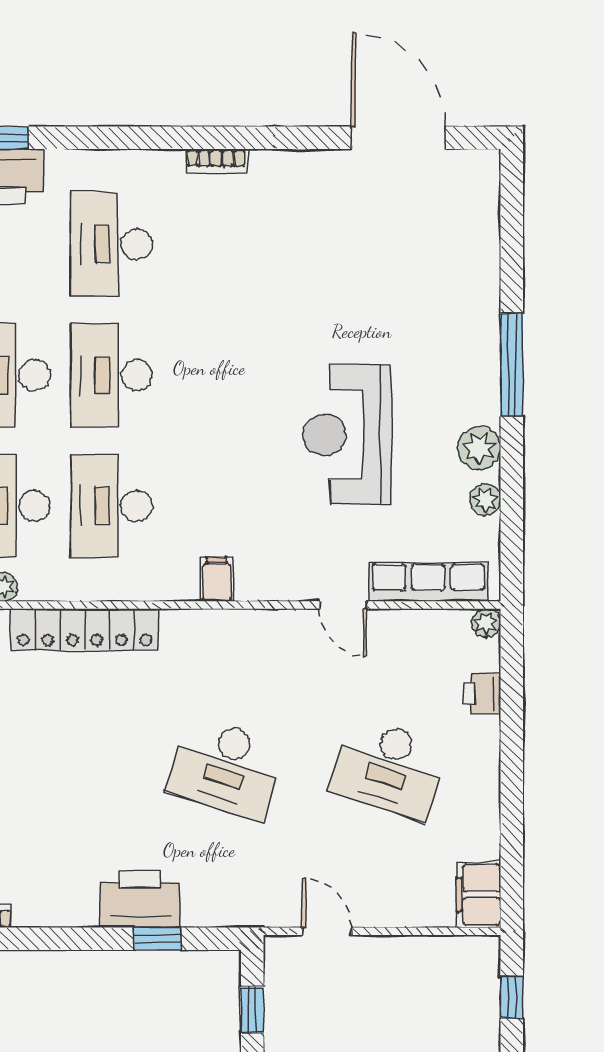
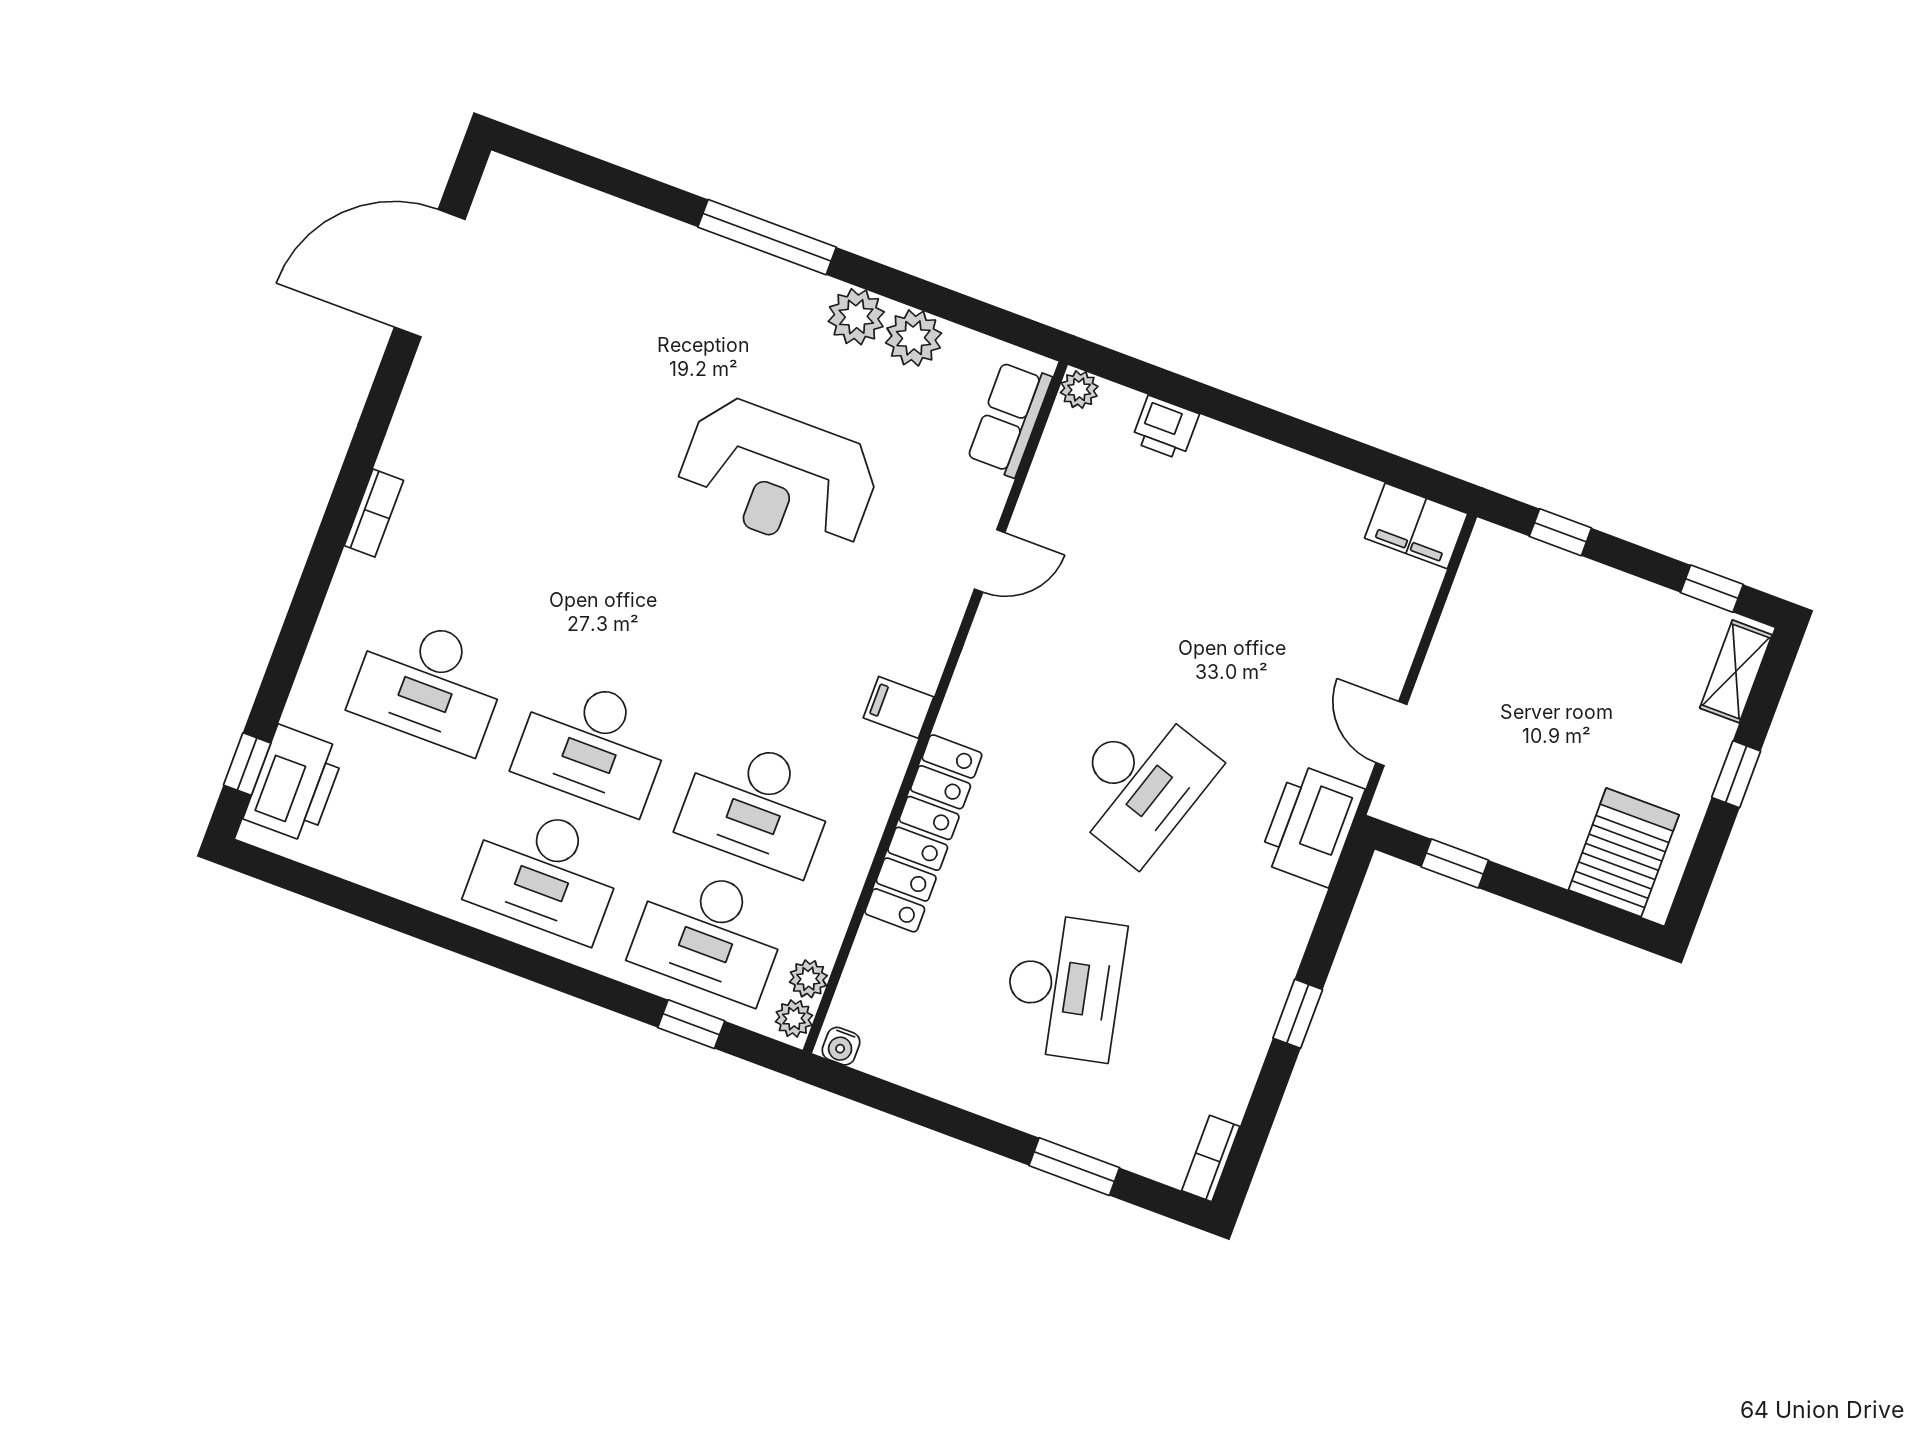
plant: (485, 499) -> (914, 338), width x1.38, depth x1.38
row of seats: (428, 582) -> (1010, 419), width x0.68
locker: (85, 630) -> (923, 833), moved
desk: (388, 768) -> (1064, 987), moved, turned -30
printer: (140, 899) -> (1311, 825), moved
door: (327, 931) -> (1391, 733), hinge flipped
window: (157, 939) -> (1298, 1014), moved

